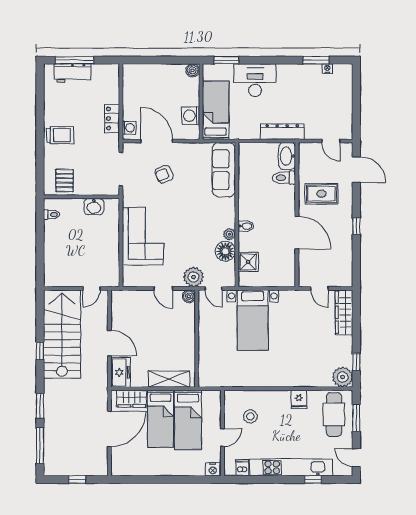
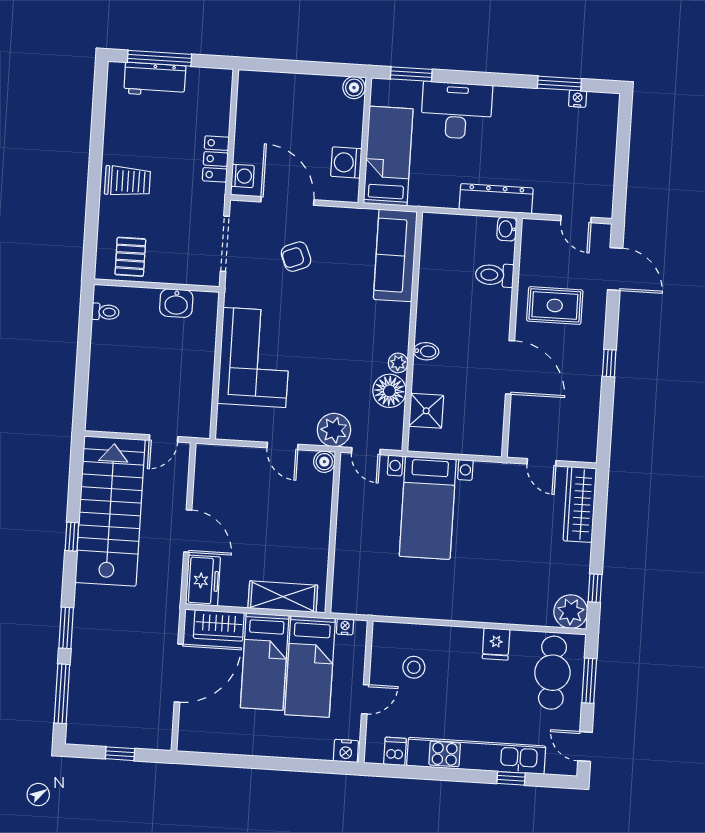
washbasin: (287, 156) -> (507, 229), width x0.52, depth x0.69
nightstand: (208, 395) -> (345, 627), added

